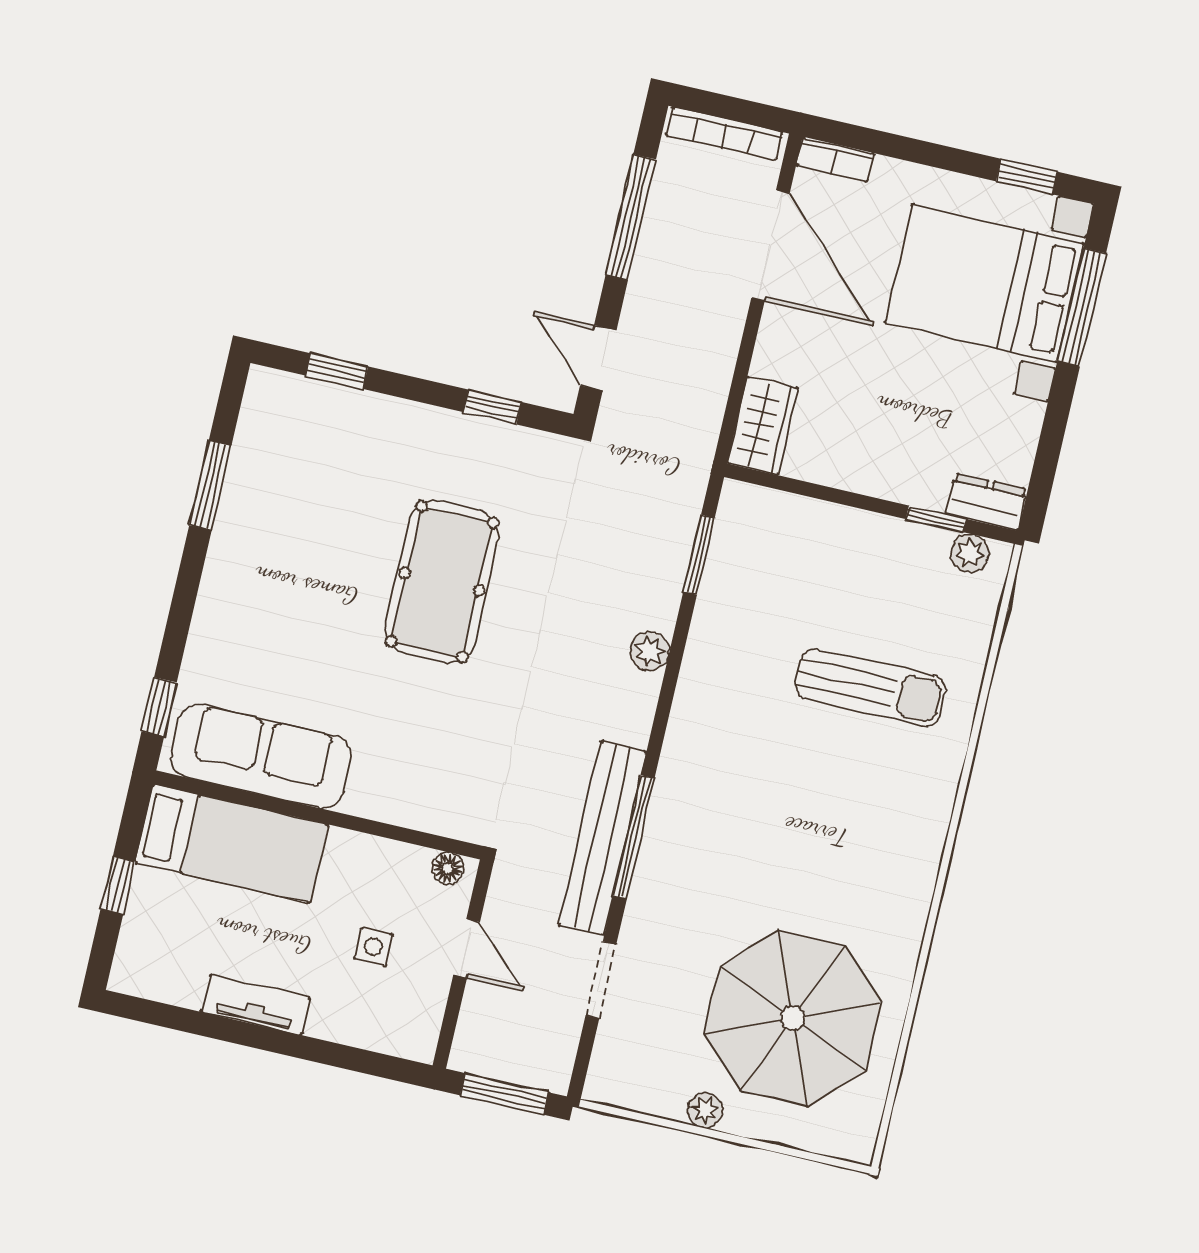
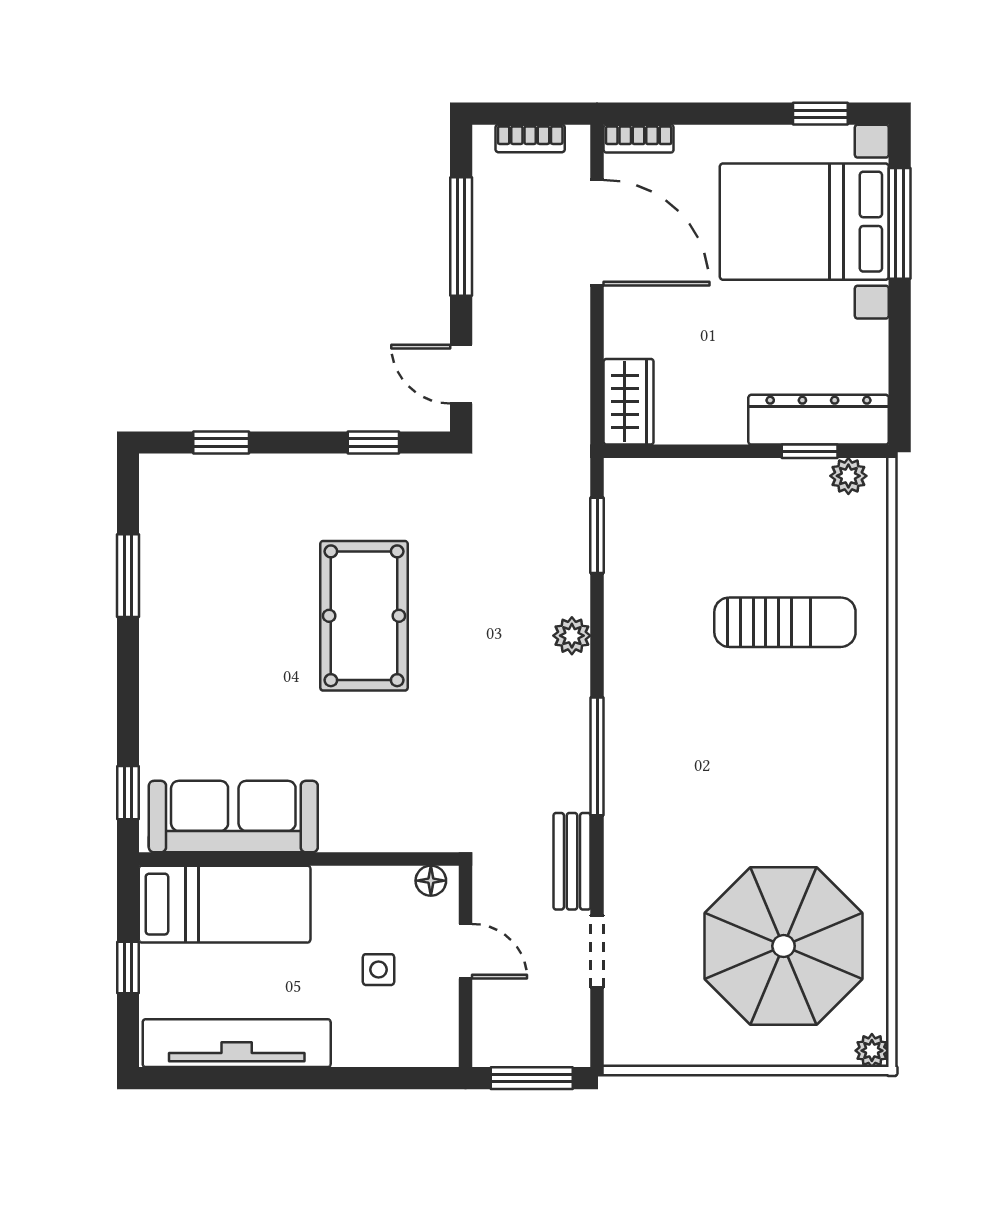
bookcase: (724, 133) -> (530, 138), width x0.64
dresser: (987, 502) -> (819, 420), width x1.96, depth x1.24
window: (634, 837) -> (597, 756), moved
bench: (602, 838) -> (572, 861), width x0.54, depth x0.82
tv unit: (256, 1005) -> (237, 1043), width x1.92, depth x1.29
plant: (705, 1110) -> (872, 1051), moved

